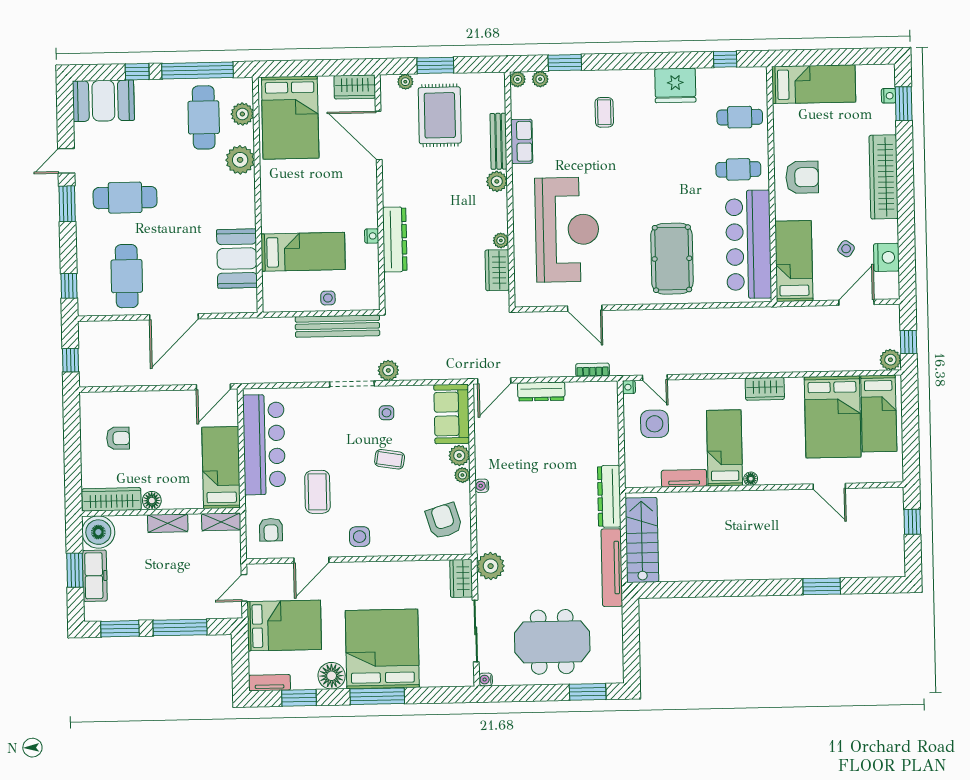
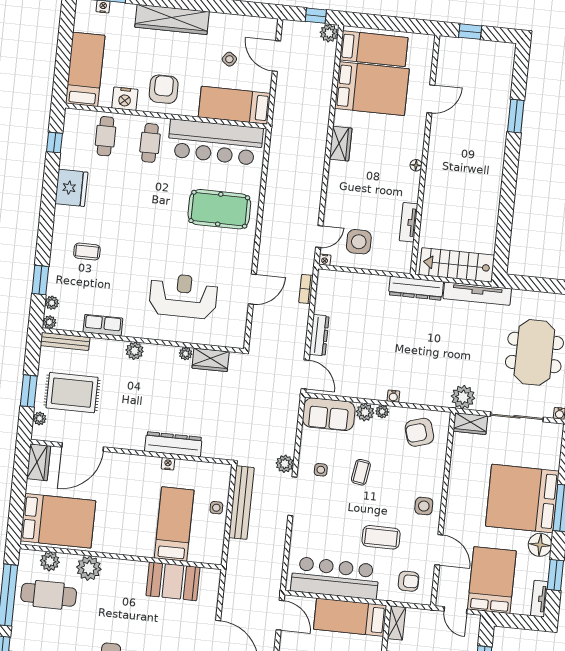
bench: (499, 141) -> (65, 341), moved
reception desk: (567, 230) -> (183, 296), width x0.74, depth x0.77
nightstand: (886, 257) -> (125, 99), moved, turned 180
bed: (725, 448) -> (387, 184), removed

